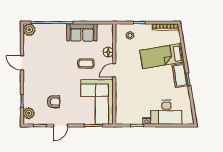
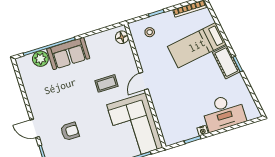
plant: (29, 30) -> (40, 59), moved
sofa: (82, 32) -> (68, 54), moved
floor lamp: (108, 52) -> (122, 37), moved
door: (22, 63) -> (35, 128), moved
armchair: (53, 102) -> (70, 131), moved

